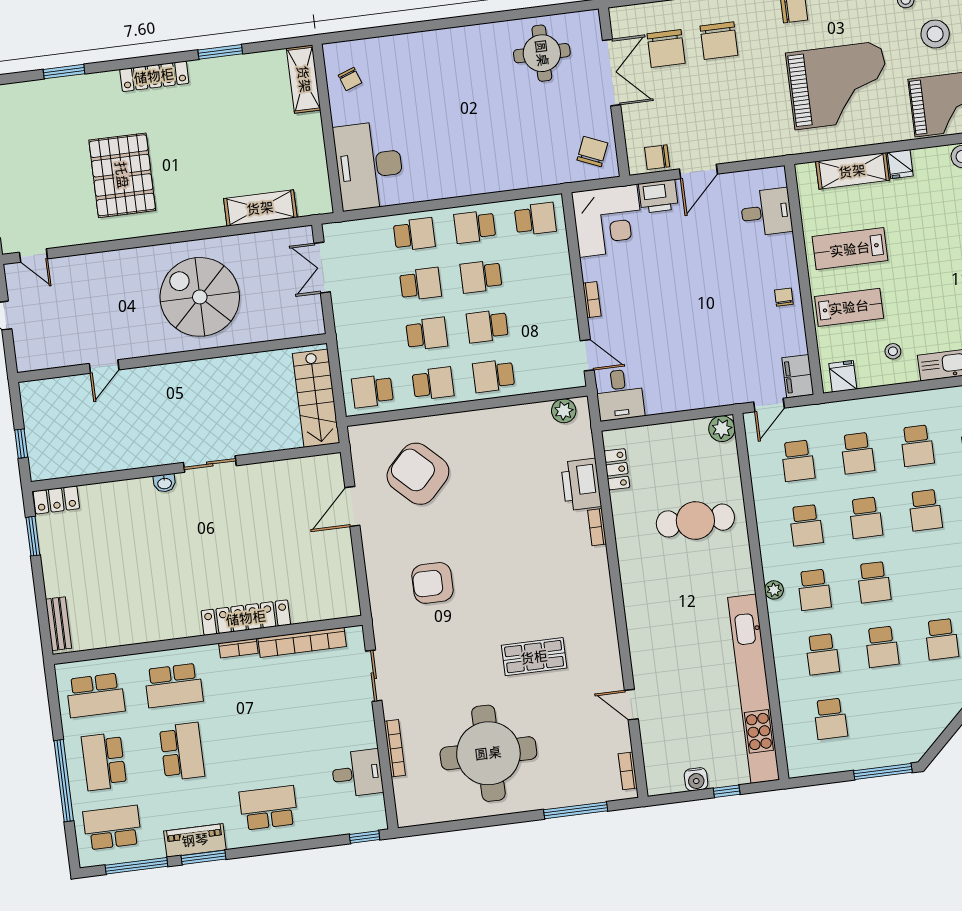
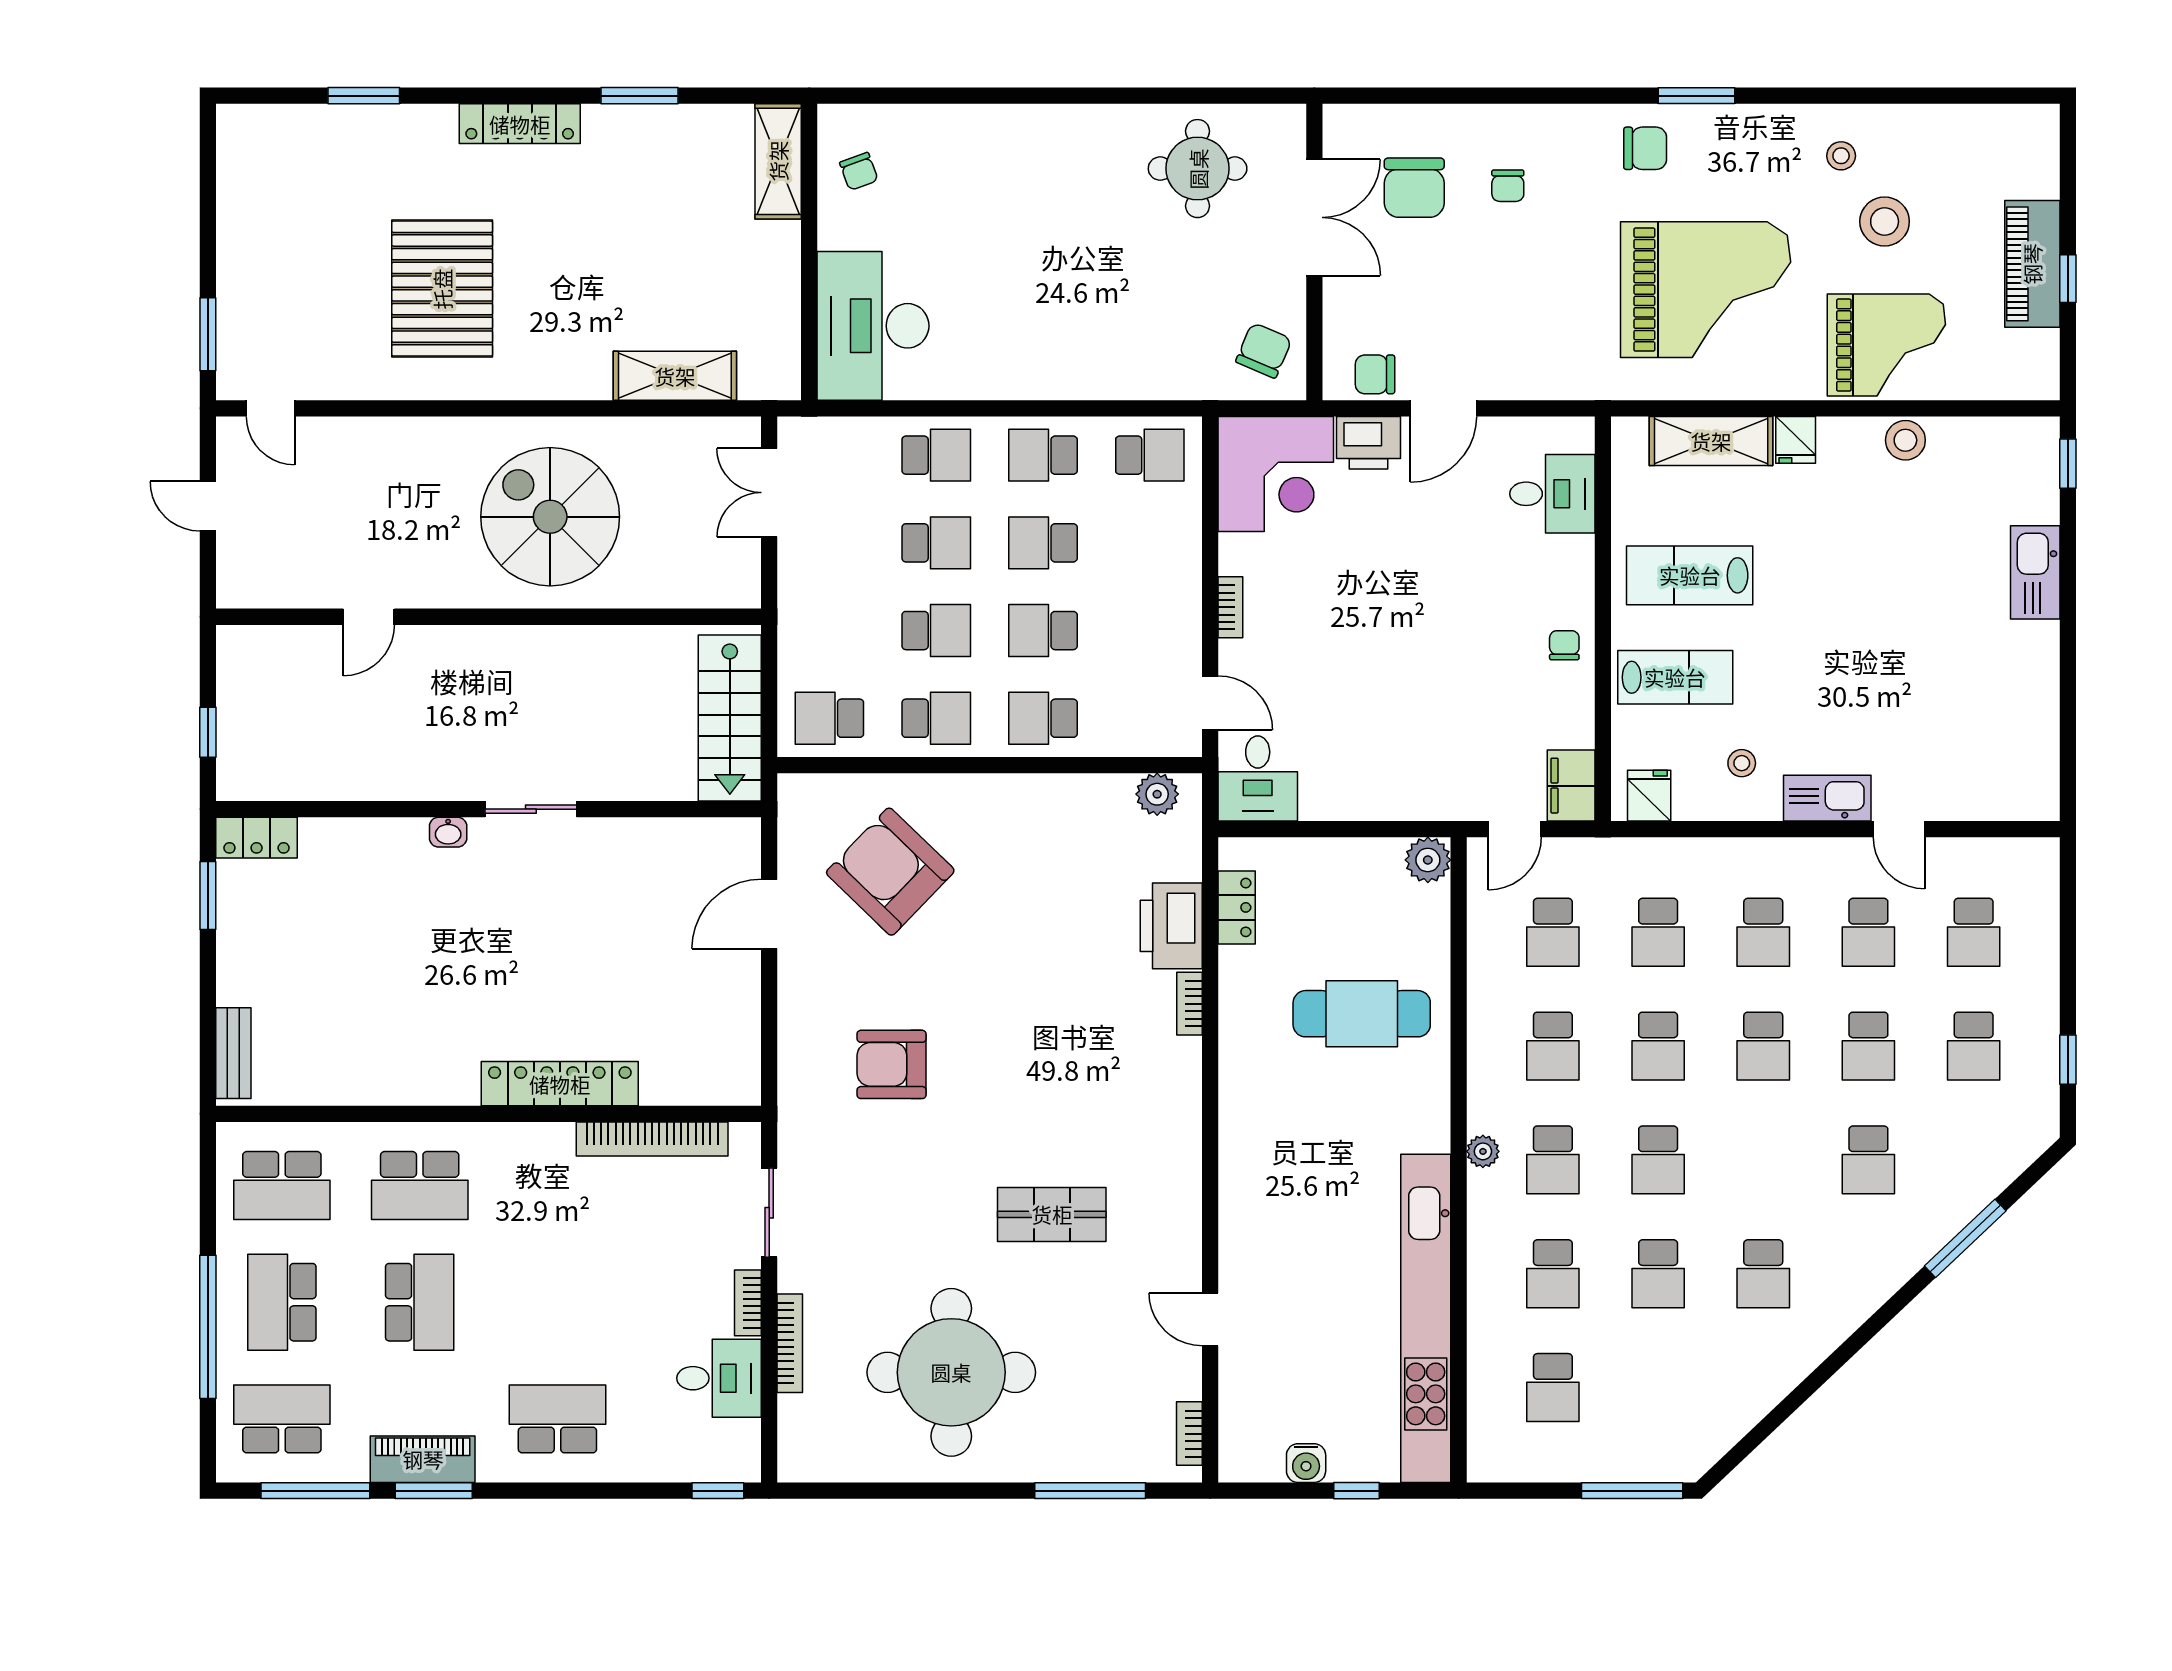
chair: (719, 41) -> (1508, 186), width x0.54, depth x0.54
bookcase: (238, 648) -> (748, 1303), moved, turned 90

